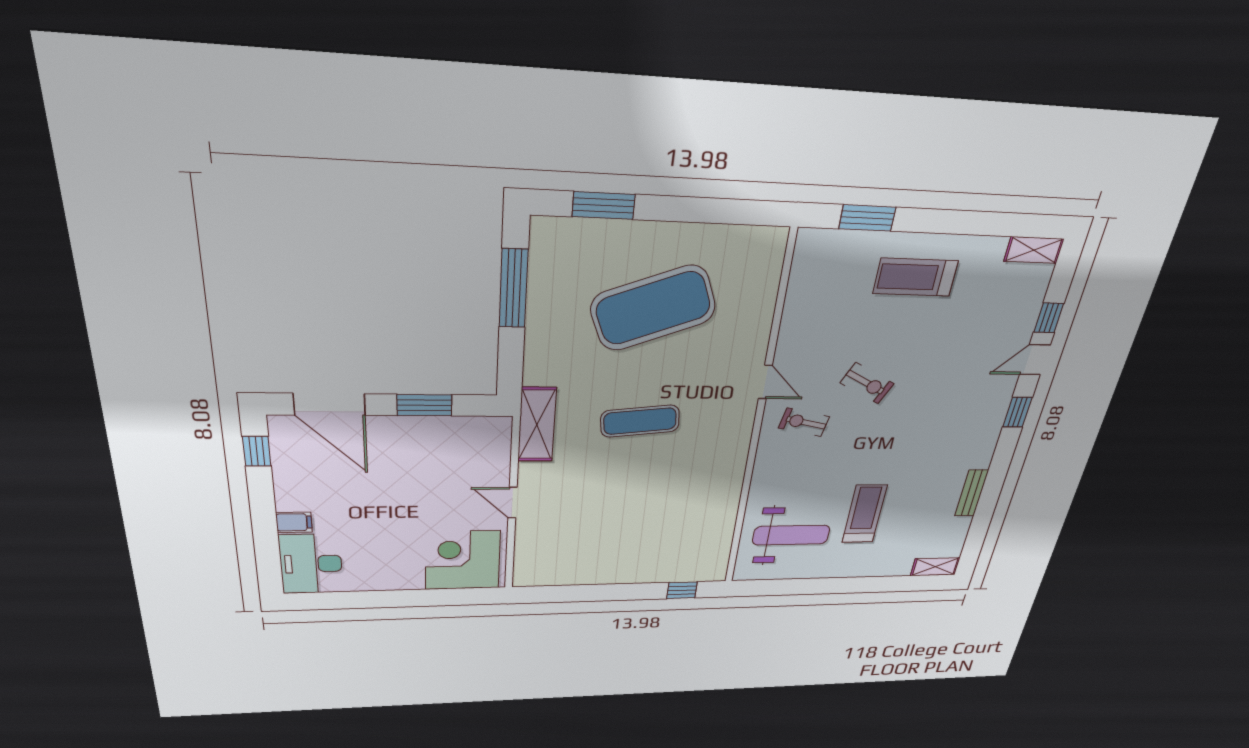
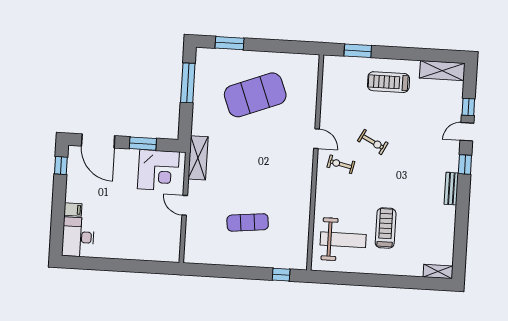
shelving: (1034, 250) -> (442, 71), width x1.50, depth x1.33
exercise mat: (640, 421) -> (248, 222), moved
bench: (972, 493) -> (451, 189), moved
corner desk: (463, 560) -> (158, 170), moved, turned 180

